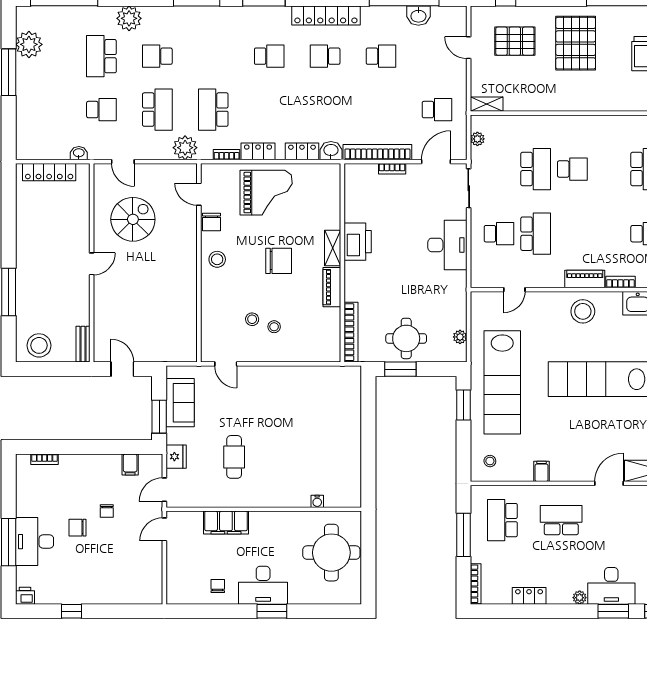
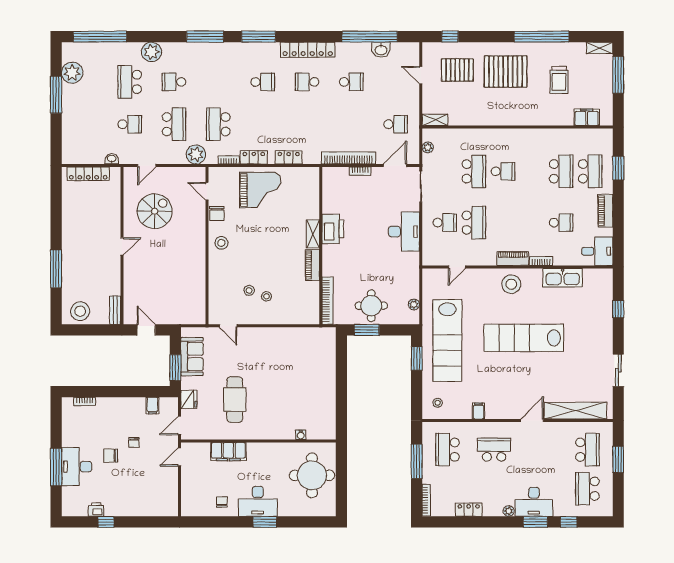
pallet: (576, 43) -> (506, 72), turned 90
washbasin: (331, 151) -> (312, 157), removed
door: (123, 162) -> (147, 165), hinge flipped
chair: (279, 261) -> (270, 244), removed
cafe table: (234, 457) -> (235, 400), width x1.37, depth x1.35
printer: (25, 596) -> (96, 510), moved

